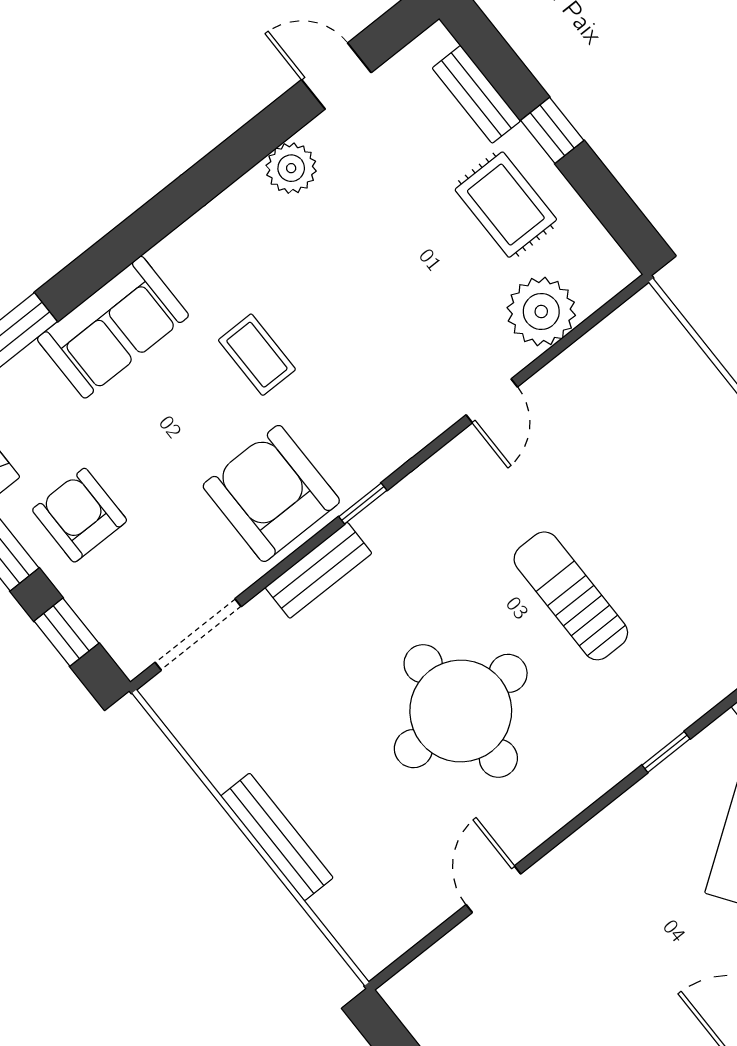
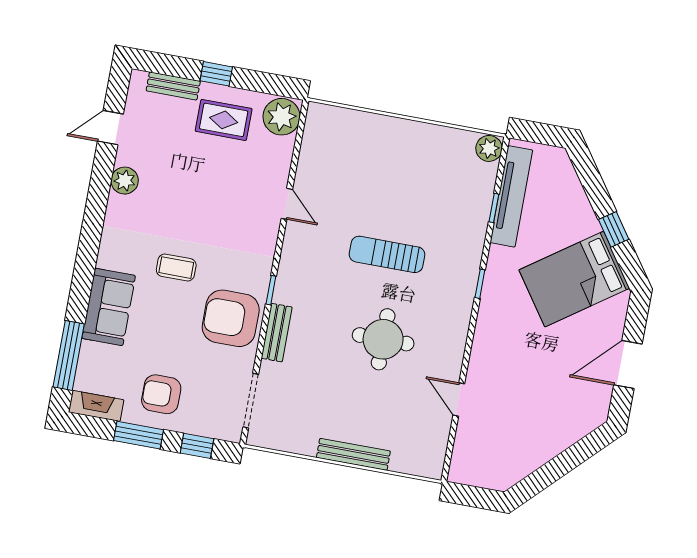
plant: (541, 312) -> (282, 117), moved
round table: (461, 711) -> (383, 339), width x0.73, depth x0.73

